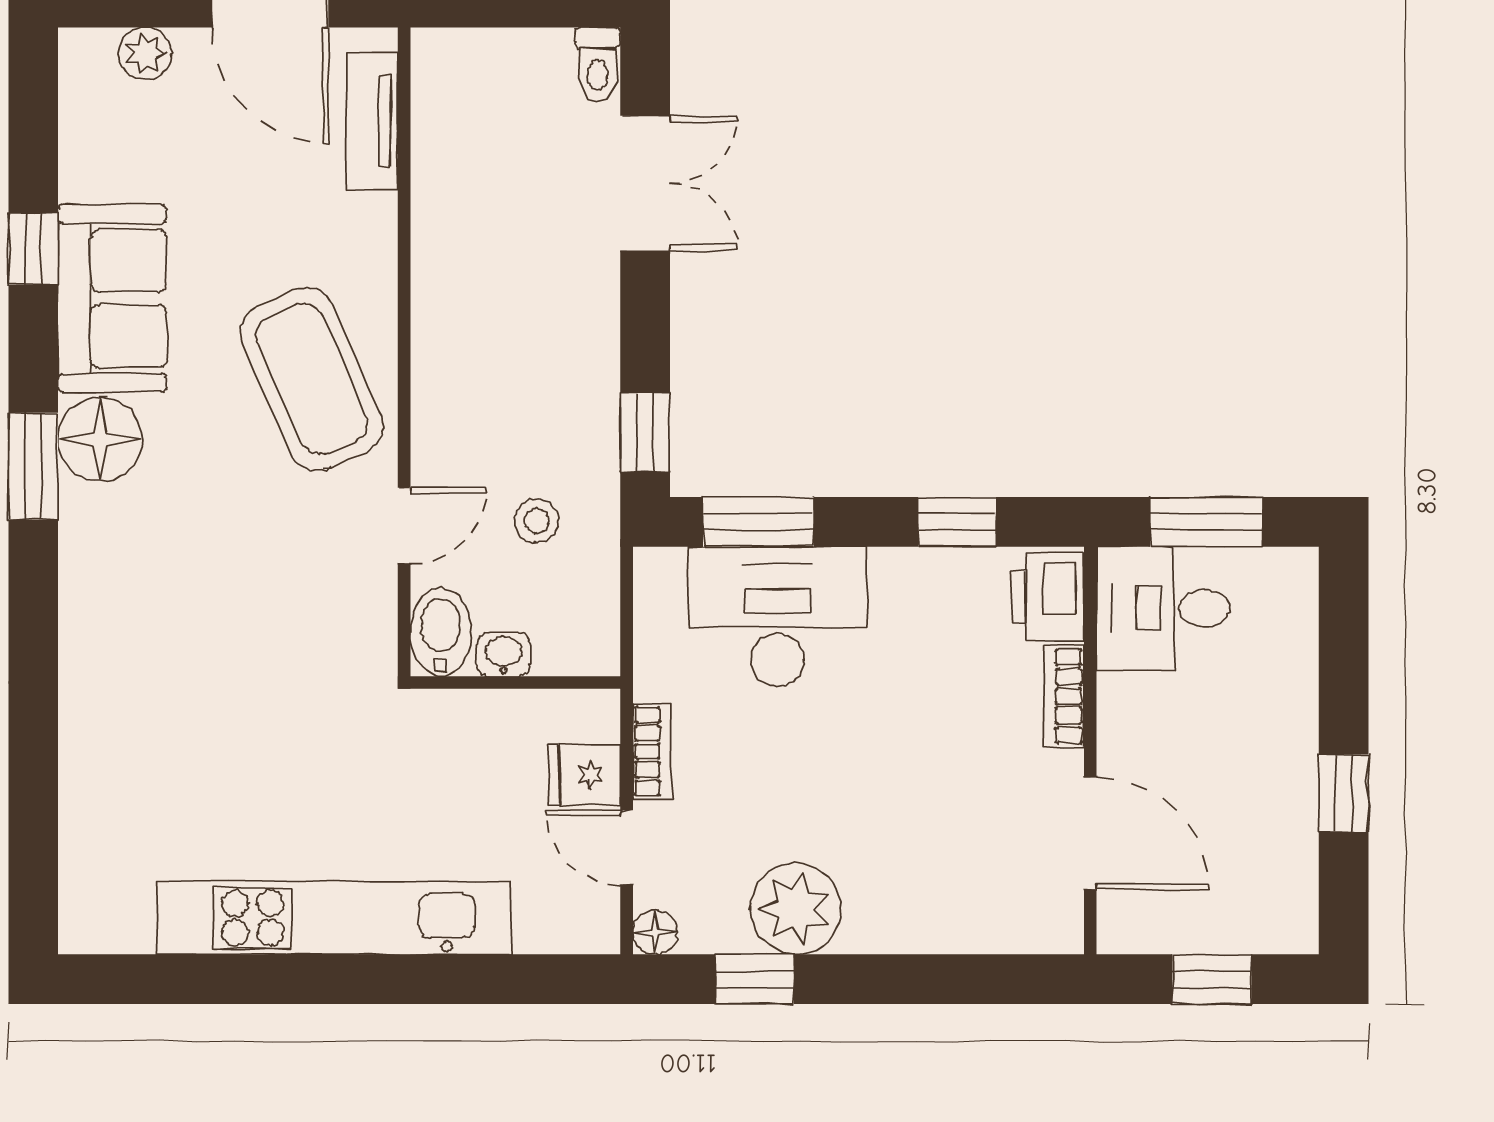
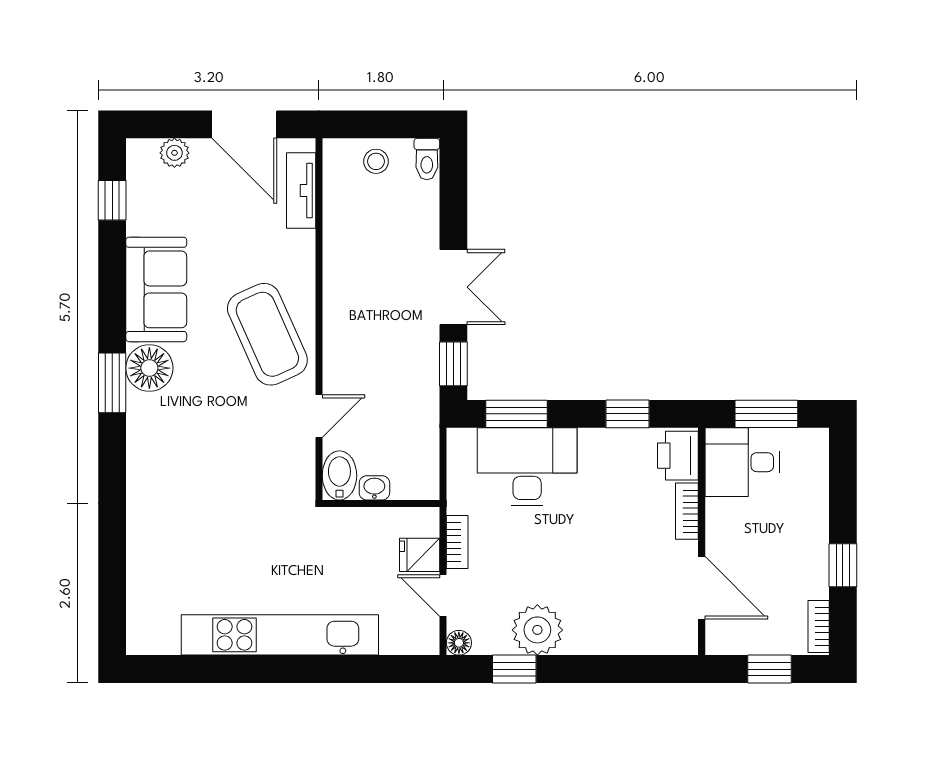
double door: (645, 183) -> (453, 287), moved
window: (33, 249) -> (112, 200), moved
stool: (537, 521) -> (376, 161), moved
bookcase: (1300, 903) -> (819, 626), added

